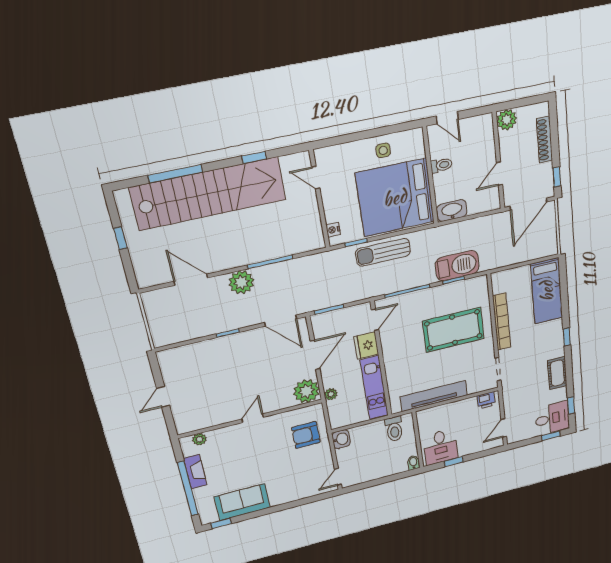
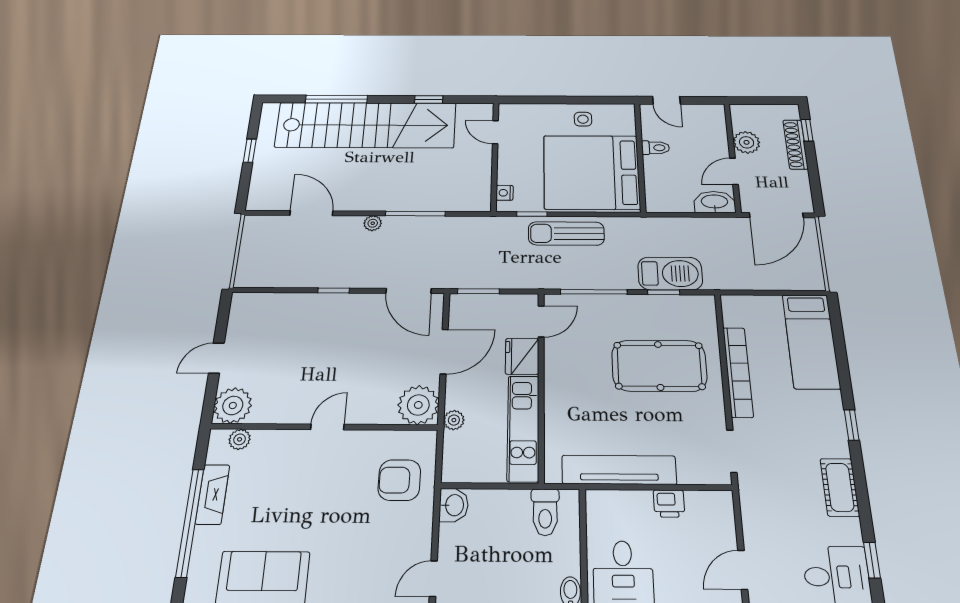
plant: (507, 120) -> (747, 142), moved
window: (557, 177) -> (807, 130), moved
washbasin: (452, 211) -> (715, 202), moved
plant: (241, 282) -> (373, 223), width x0.53, depth x0.53
printer: (486, 400) -> (669, 504), moved
plant: (187, 422) -> (233, 405), added

